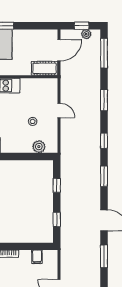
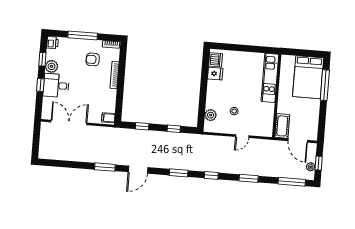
filing cabinet: (37, 257) -> (108, 118), moved

